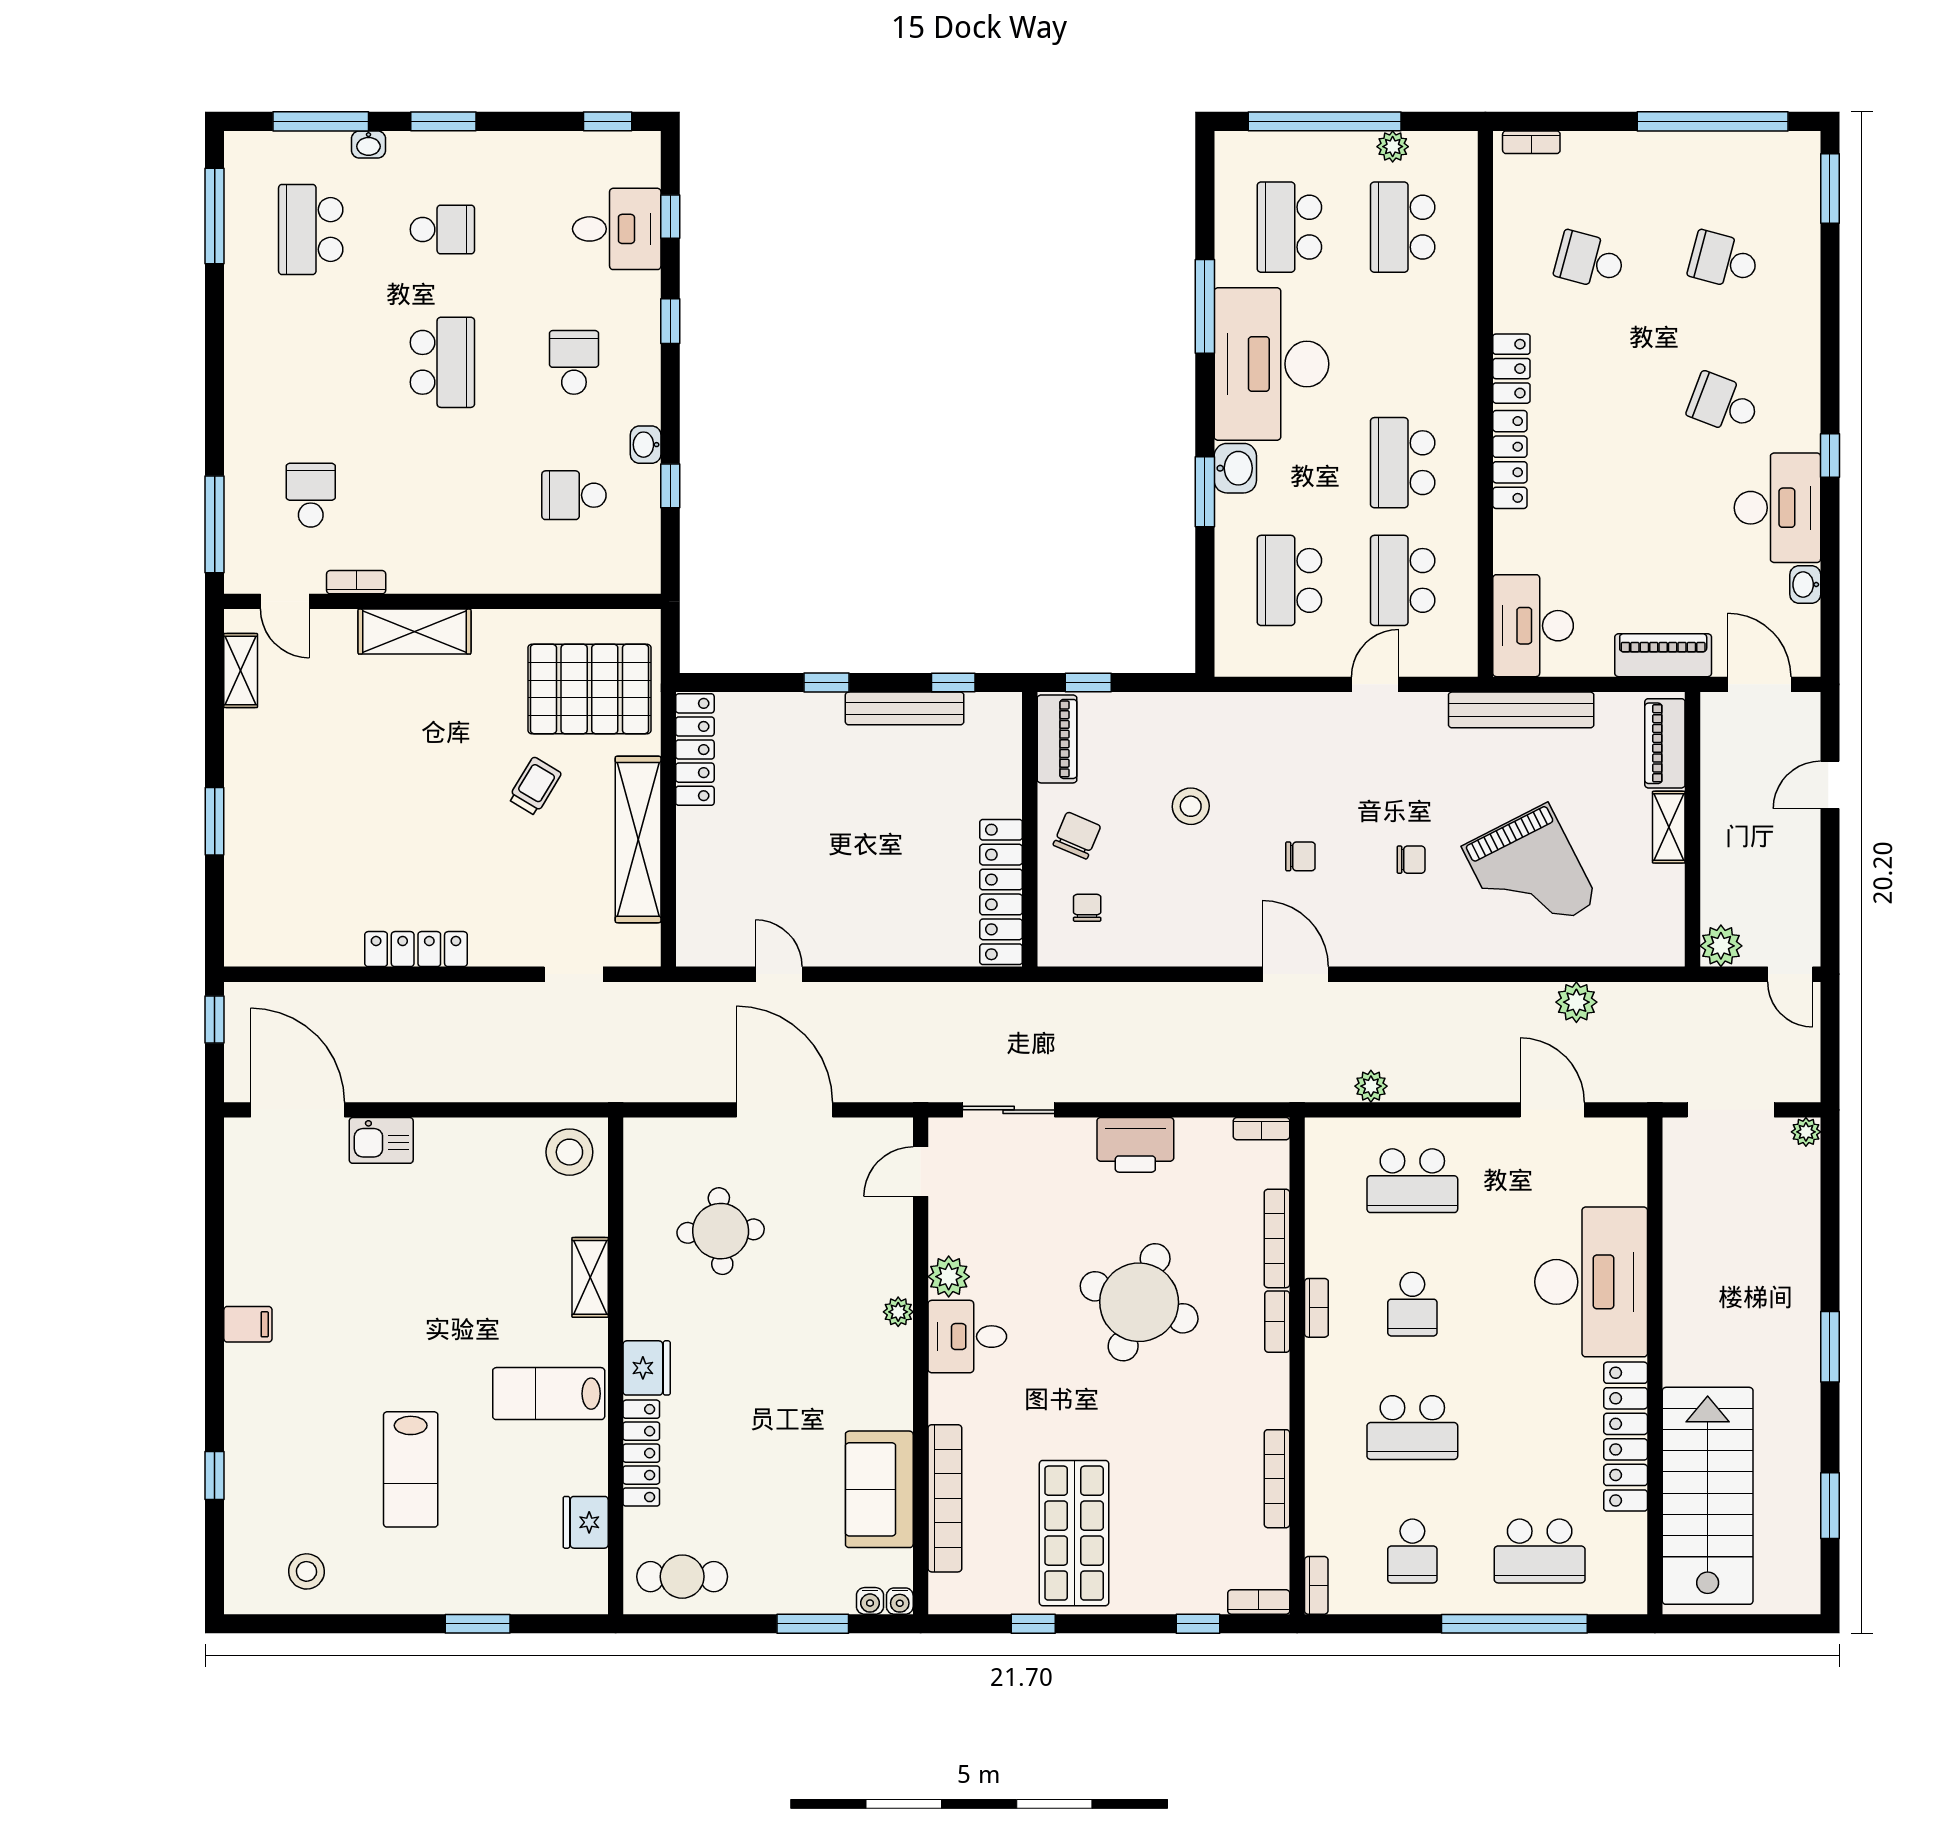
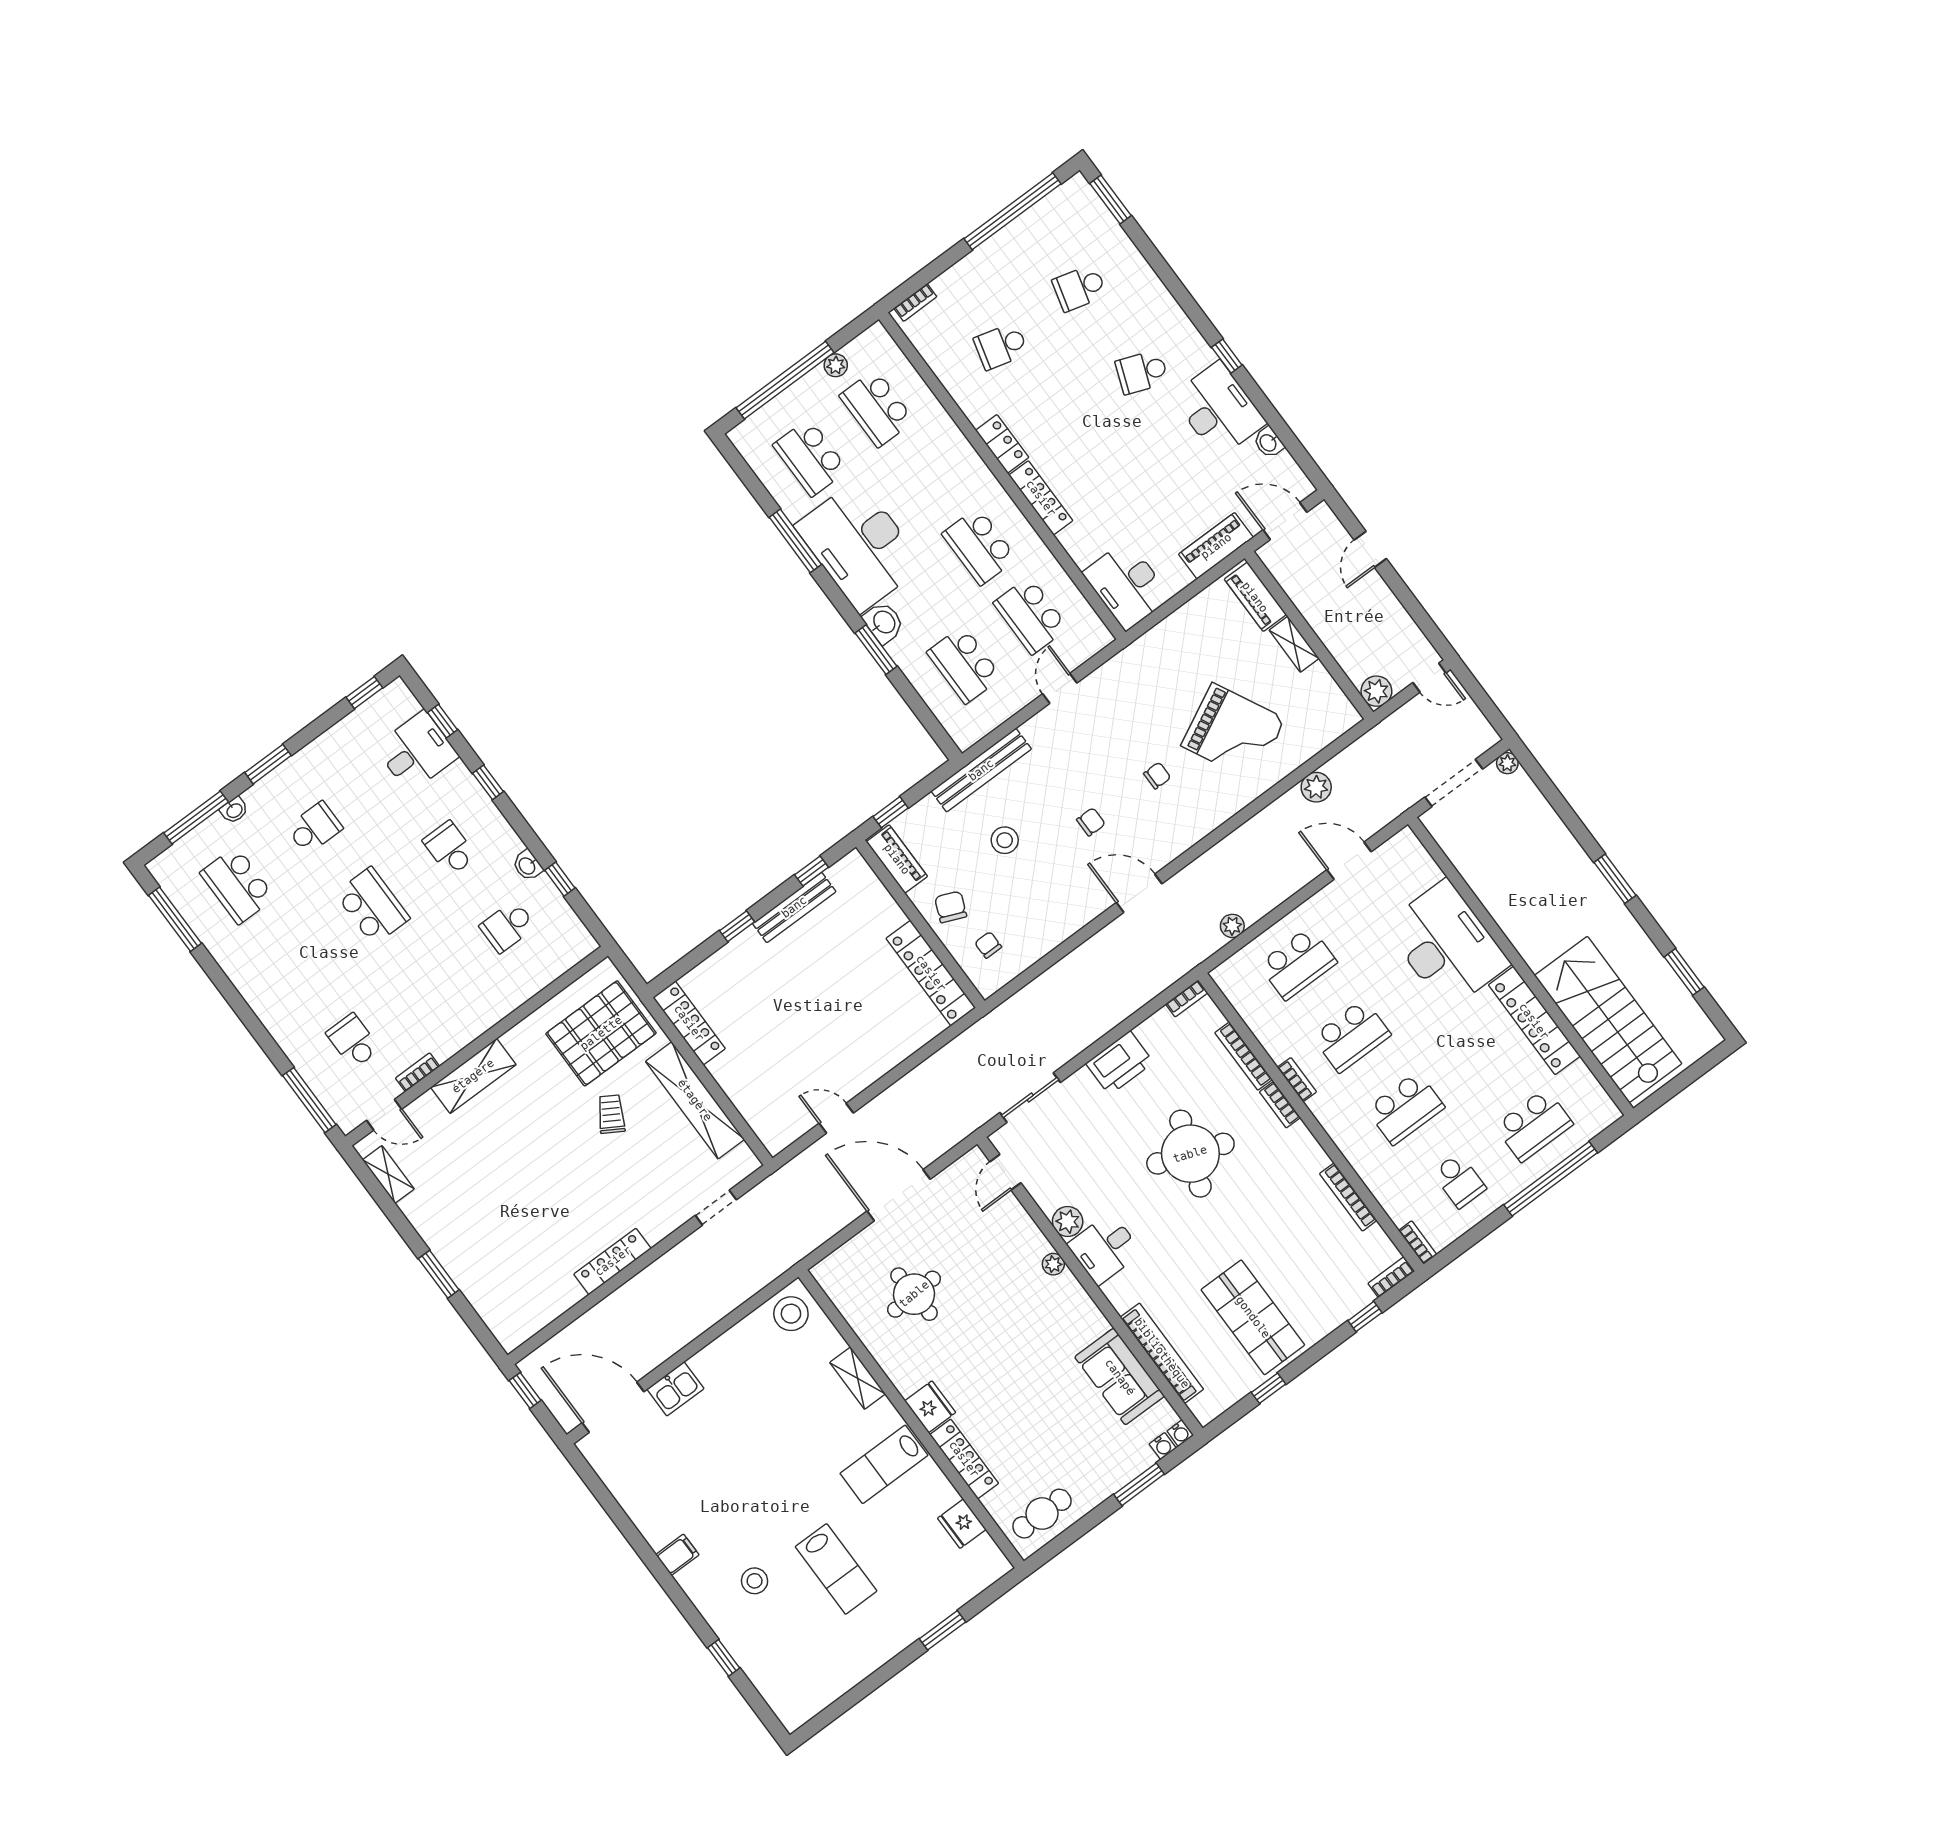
bench: (1521, 710) -> (981, 770), moved
school desk: (1412, 1304) -> (1352, 1036), width x1.85
stool: (307, 1571) -> (755, 1581), moved

